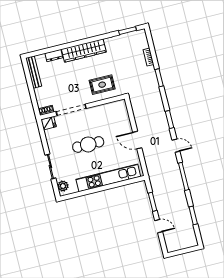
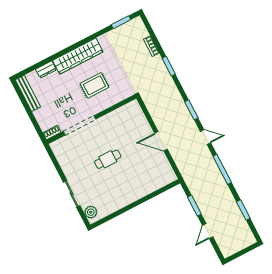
rug: (102, 85) -> (94, 85), moved
fridge: (49, 123) -> (58, 146), removed
cafe table: (88, 144) -> (108, 159), width x0.73, depth x0.74
kitchen unit: (108, 178) -> (139, 191), removed
door: (159, 226) -> (208, 231), swing flipped

